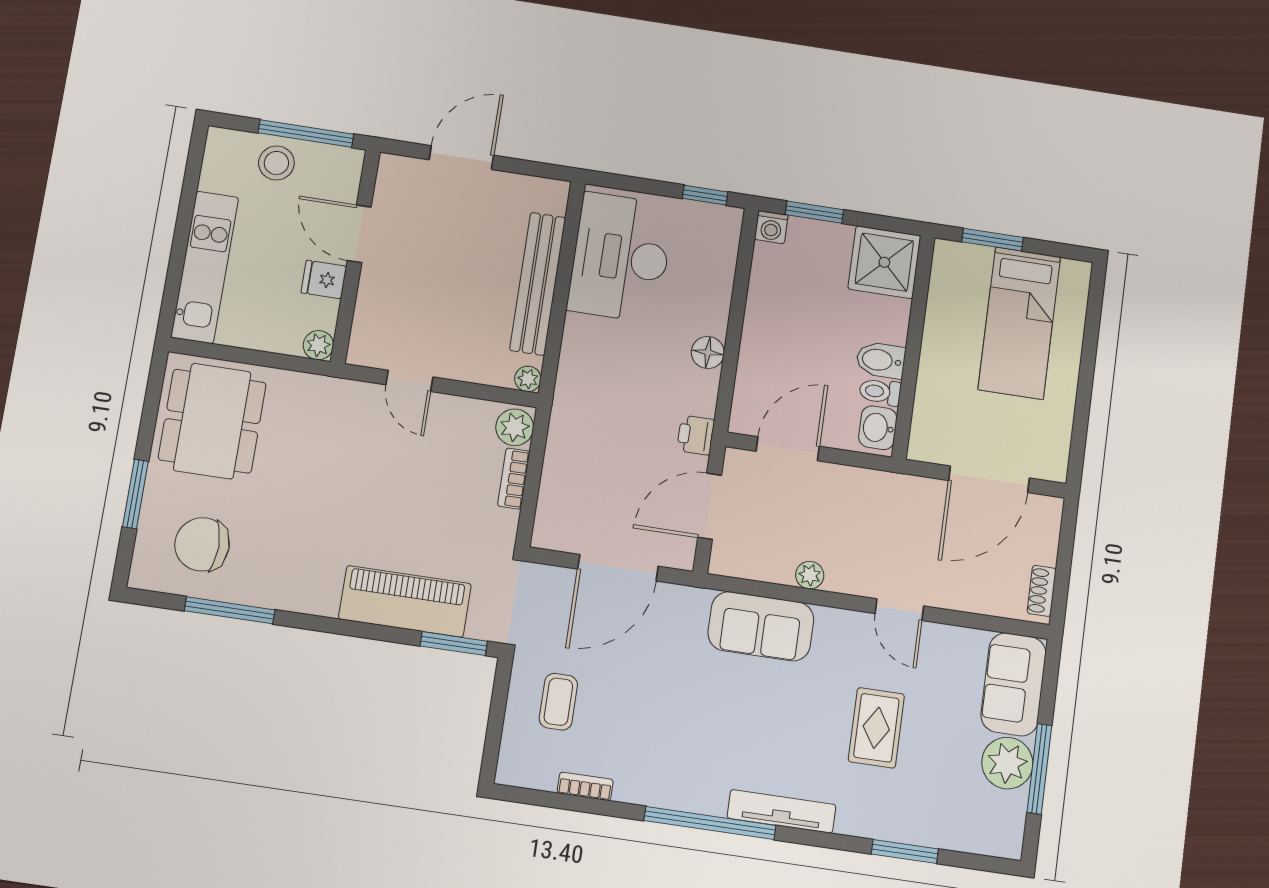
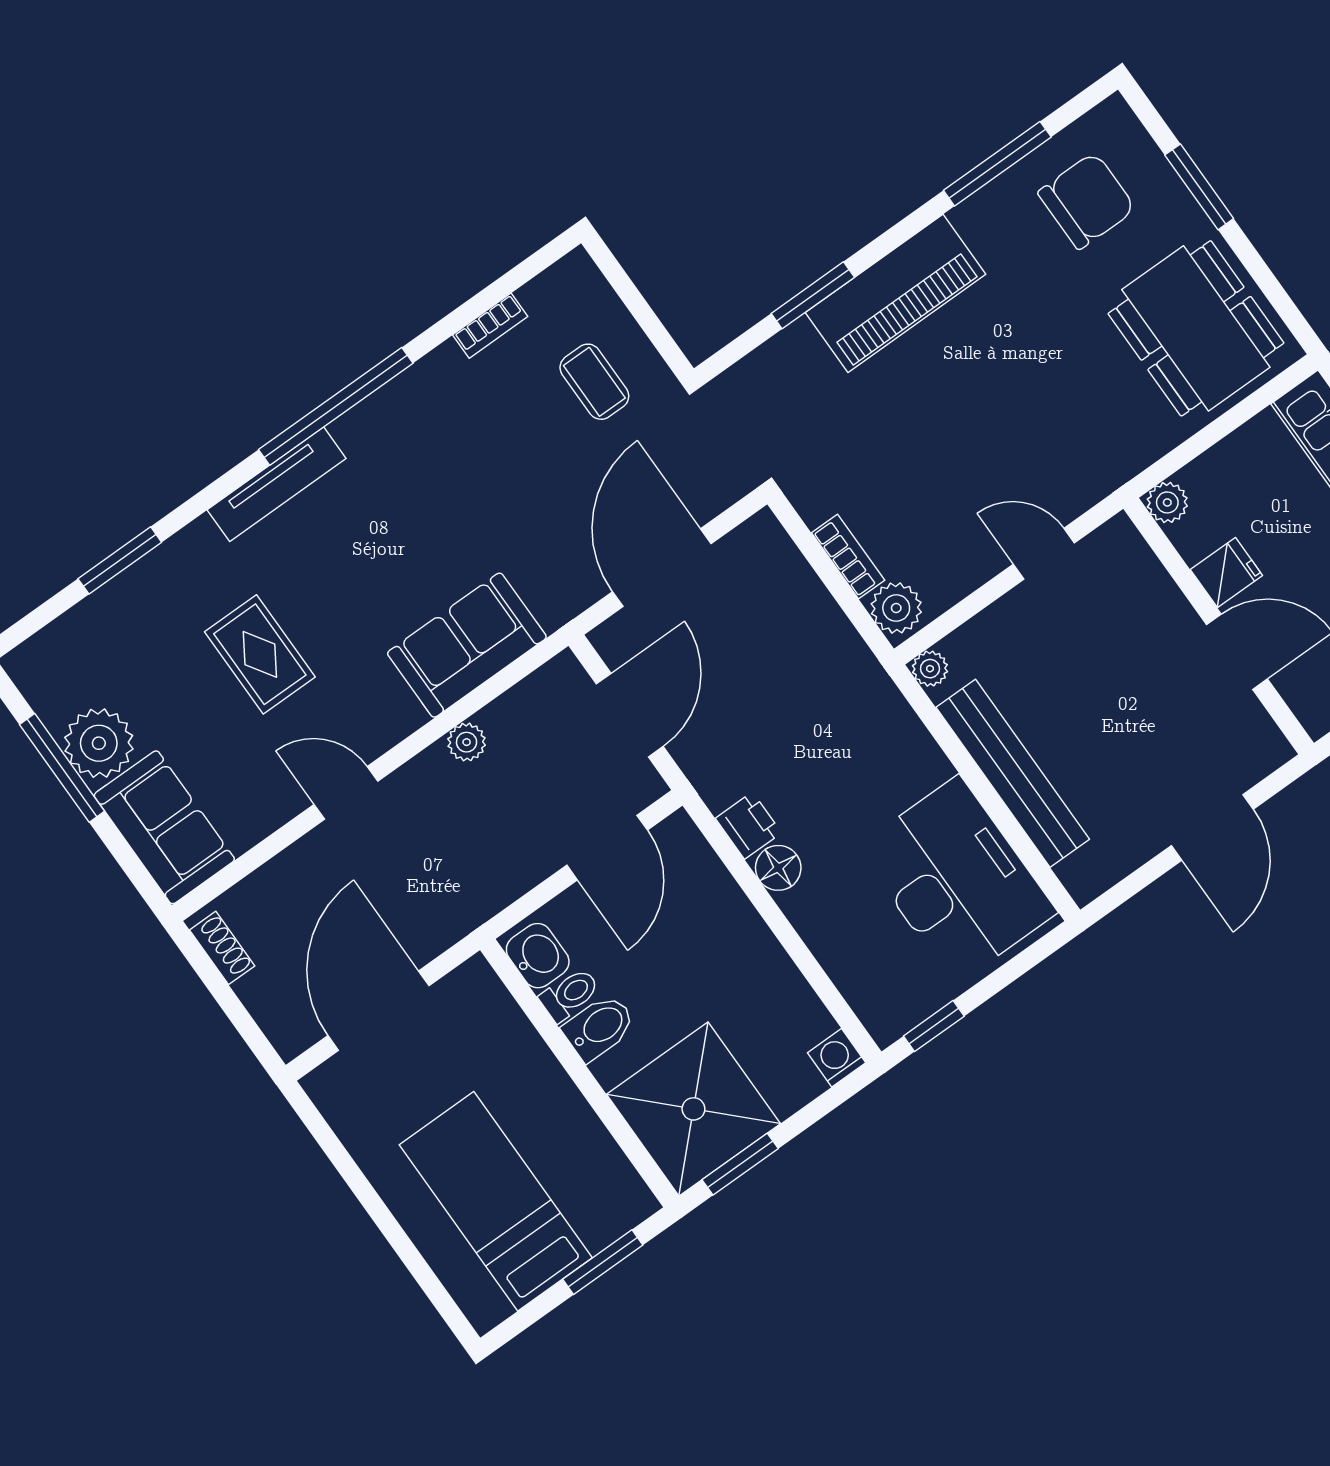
window: (814, 212) -> (740, 1164), moved
shower: (884, 262) -> (693, 1109), width x1.37, depth x1.37
printer: (696, 435) -> (748, 826), moved
piano: (405, 601) -> (895, 293), moved
window: (454, 644) -> (813, 295), moved

